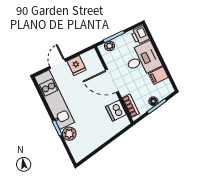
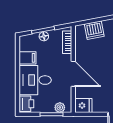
fridge: (77, 65) -> (83, 105), moved, turned 90
dishwasher: (116, 111) -> (94, 30), moved, turned 79

